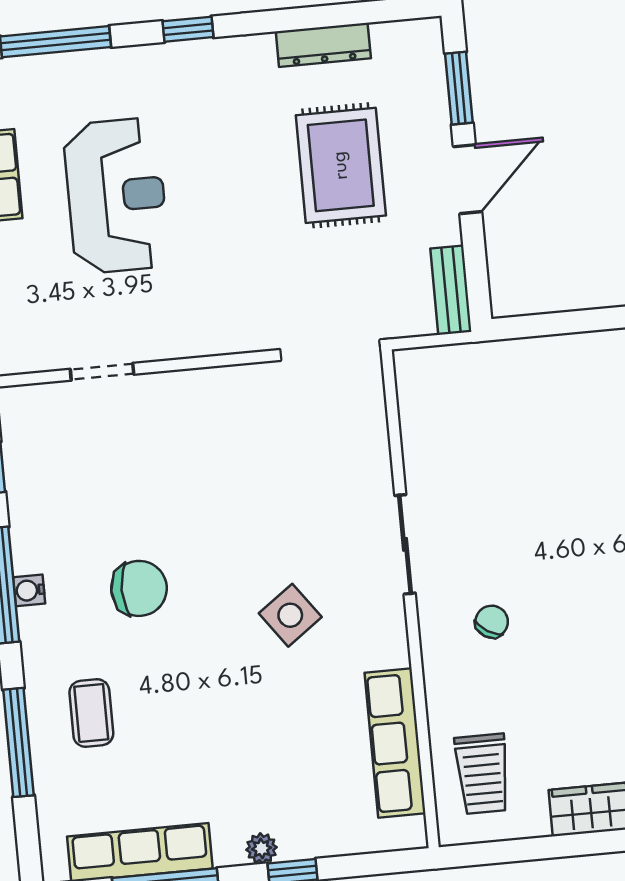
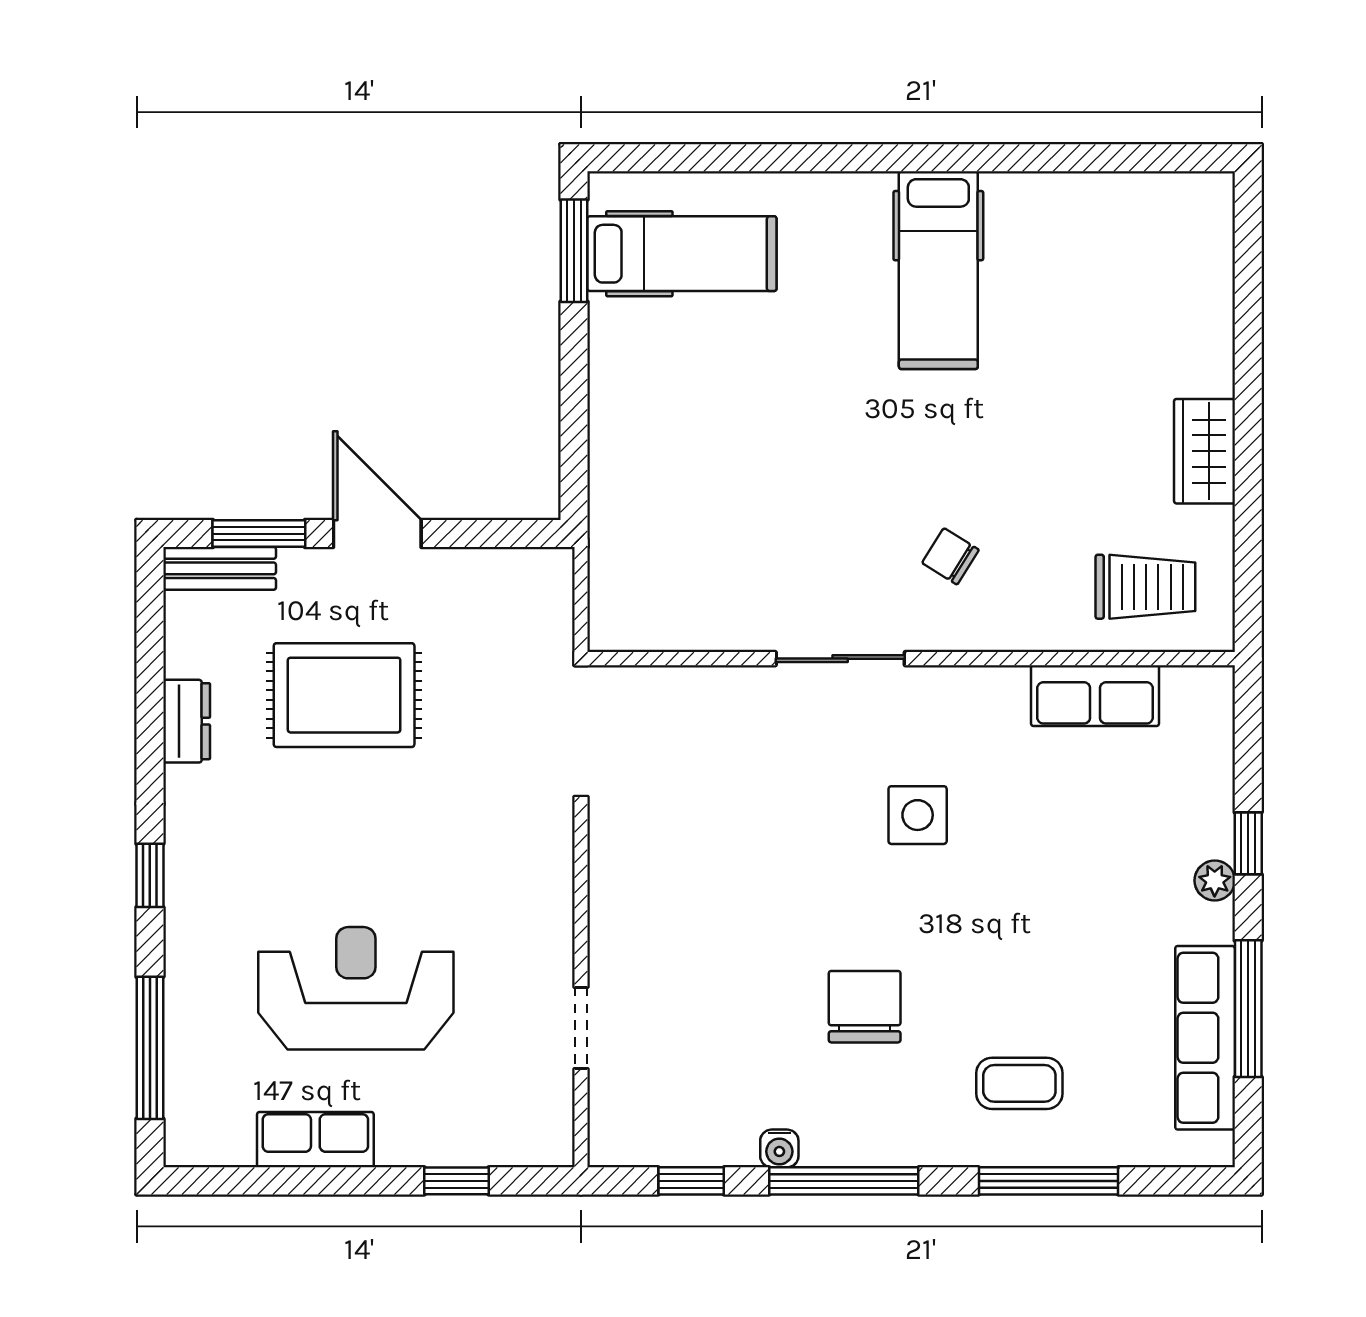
dresser: (323, 45) -> (187, 721), width x0.70
bench: (451, 290) -> (220, 568), moved
water cooler: (29, 590) -> (779, 1148), moved
side table: (290, 615) -> (918, 815), turned 36
row of seats: (395, 743) -> (1095, 696), width x0.68

